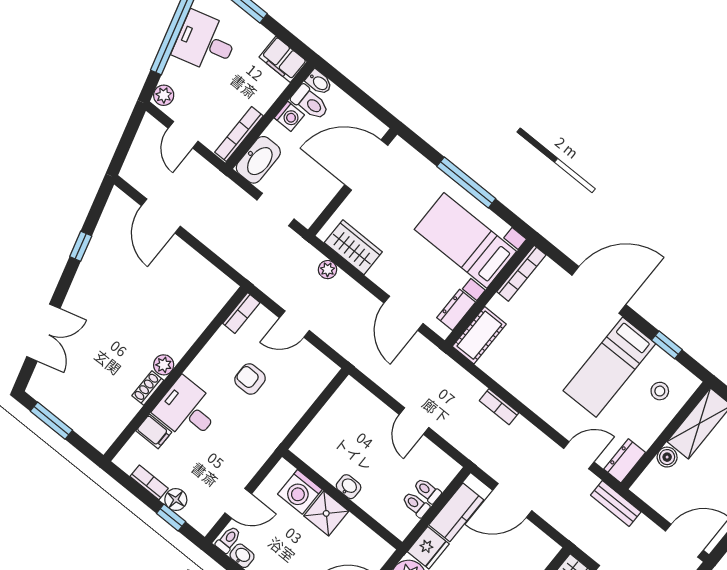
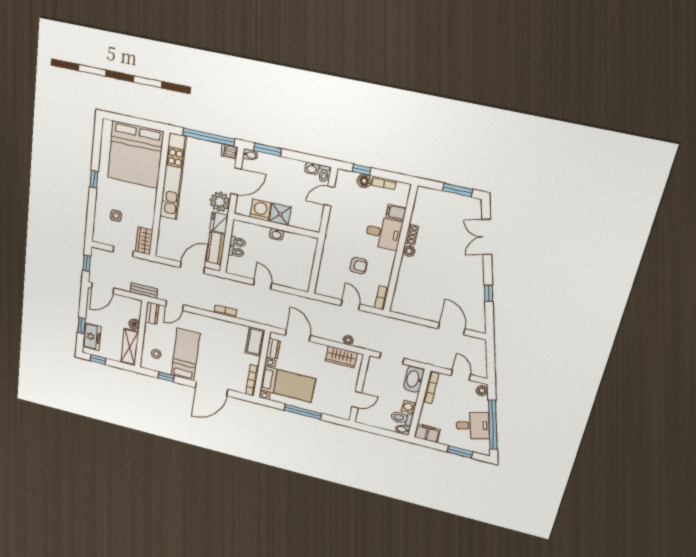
door: (366, 165) -> (357, 400), width x0.53
door: (294, 324) -> (350, 305), hinge flipped
washing machine: (300, 492) -> (260, 210), moved

